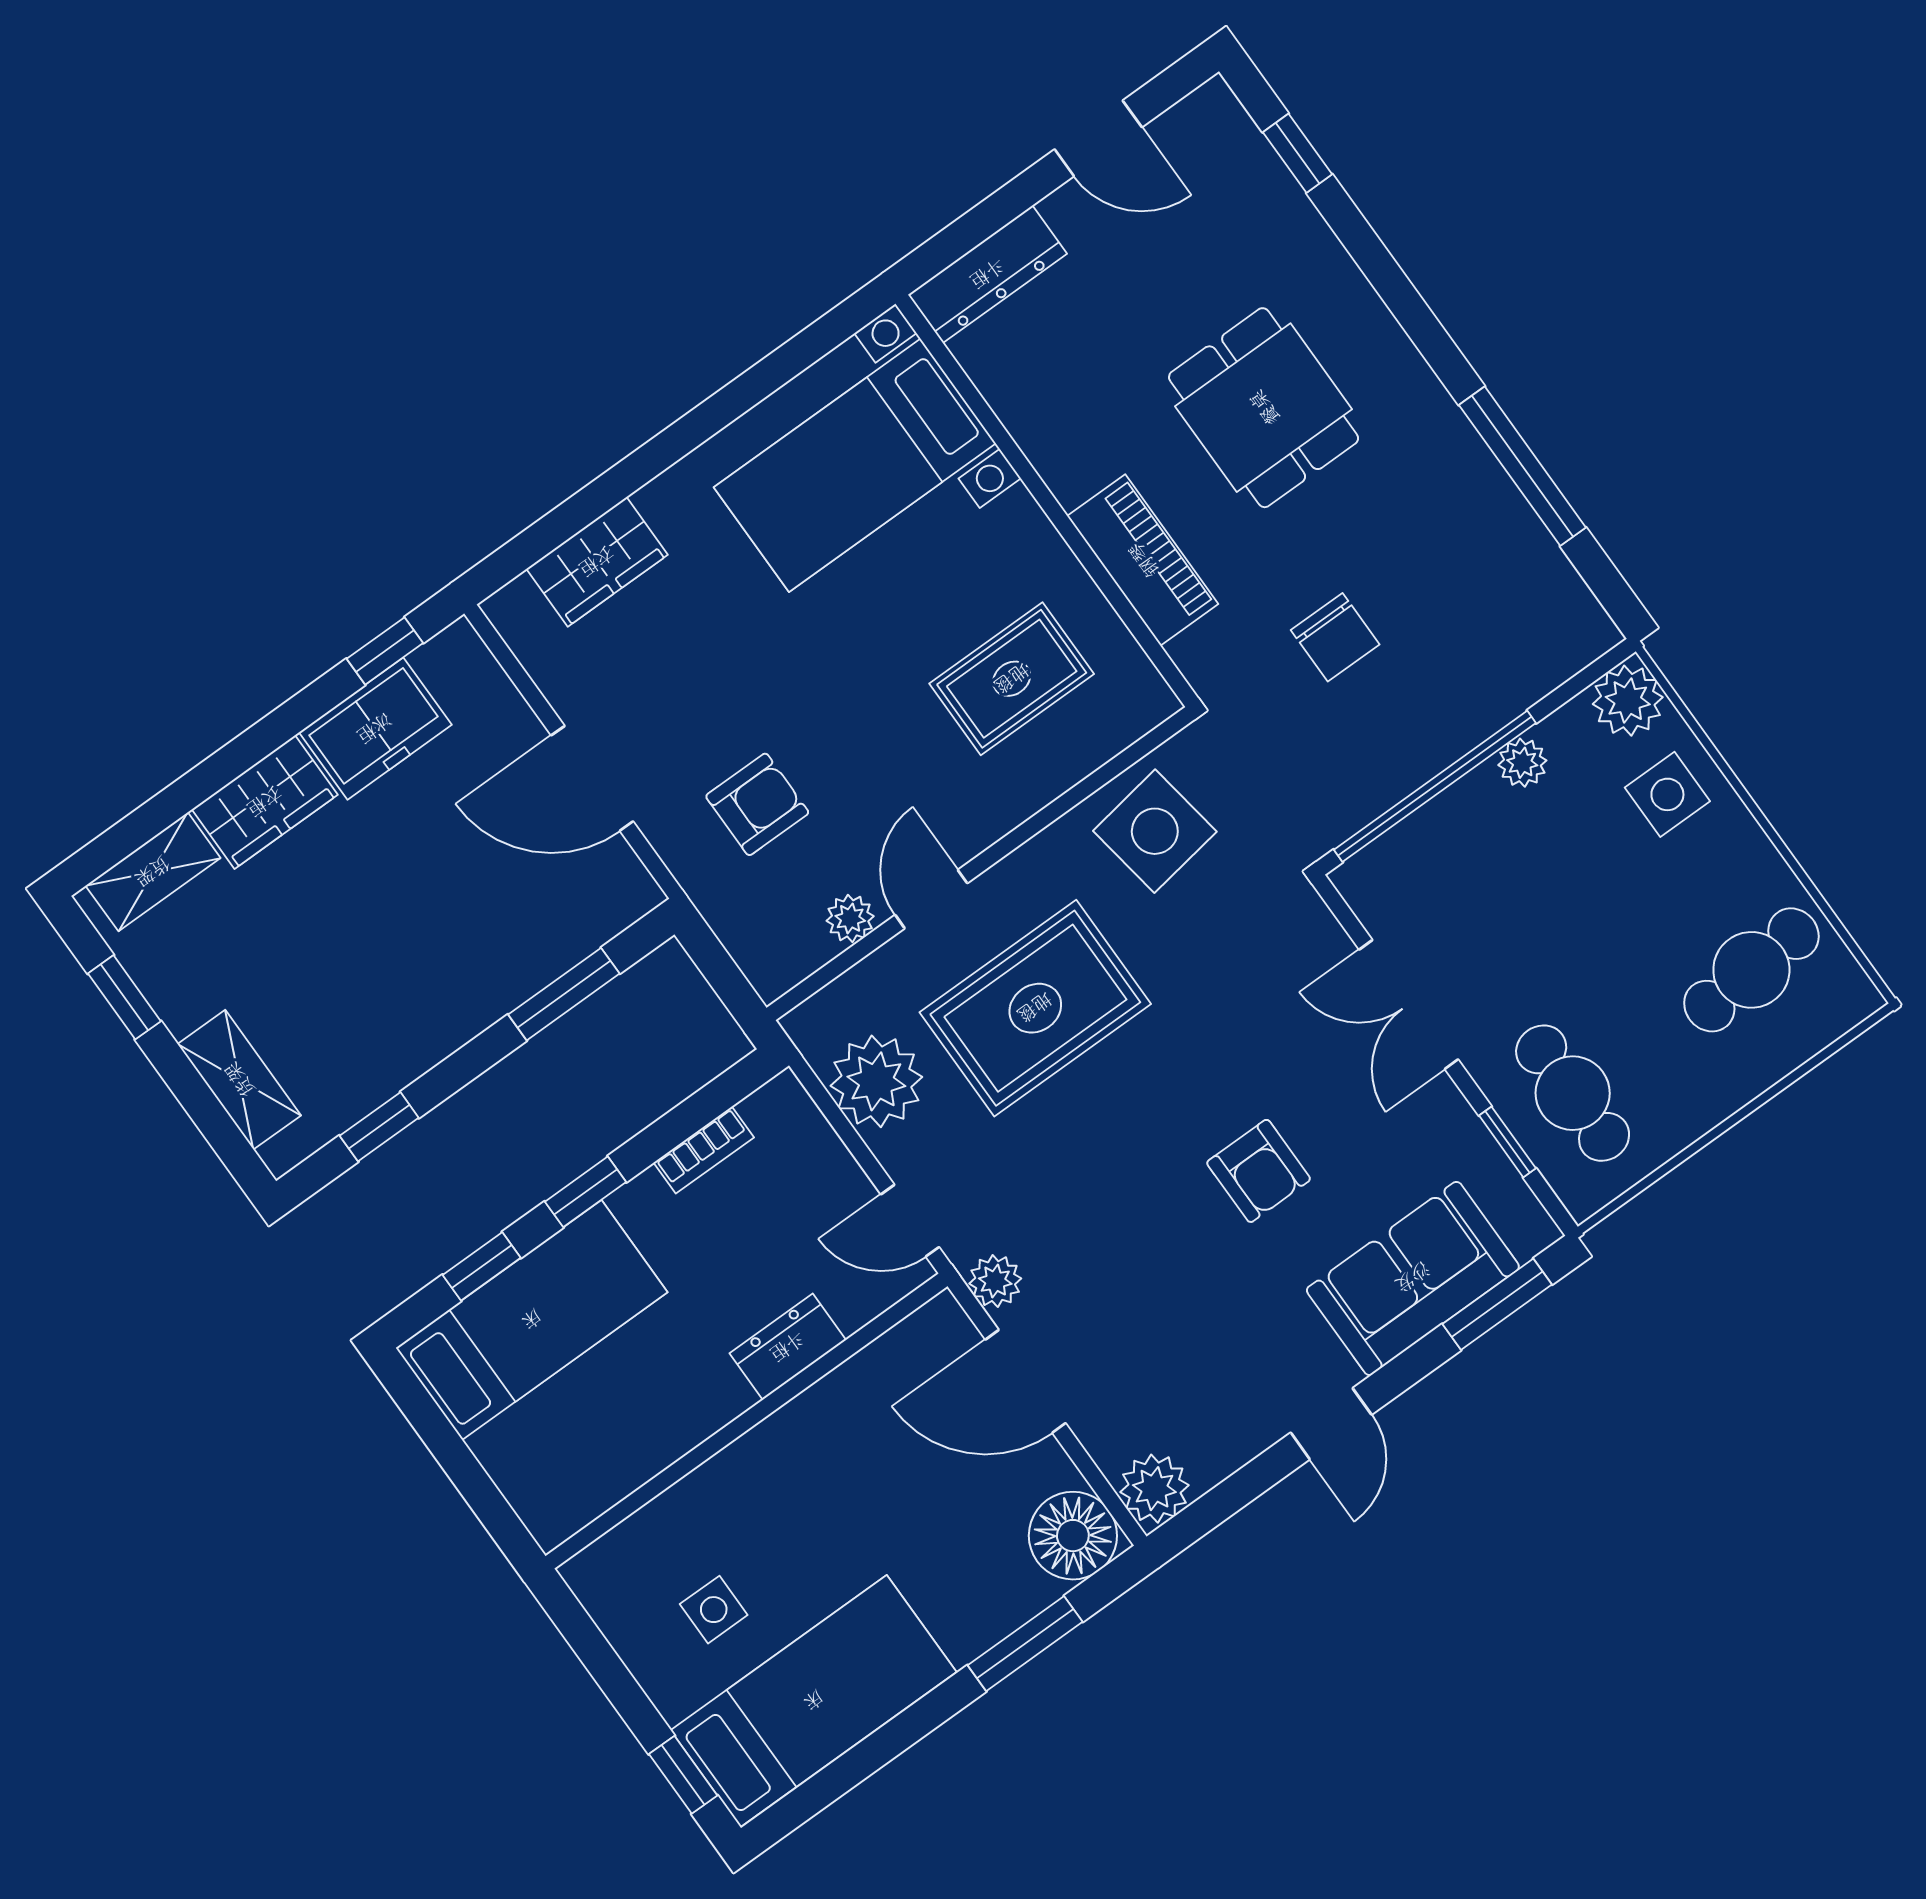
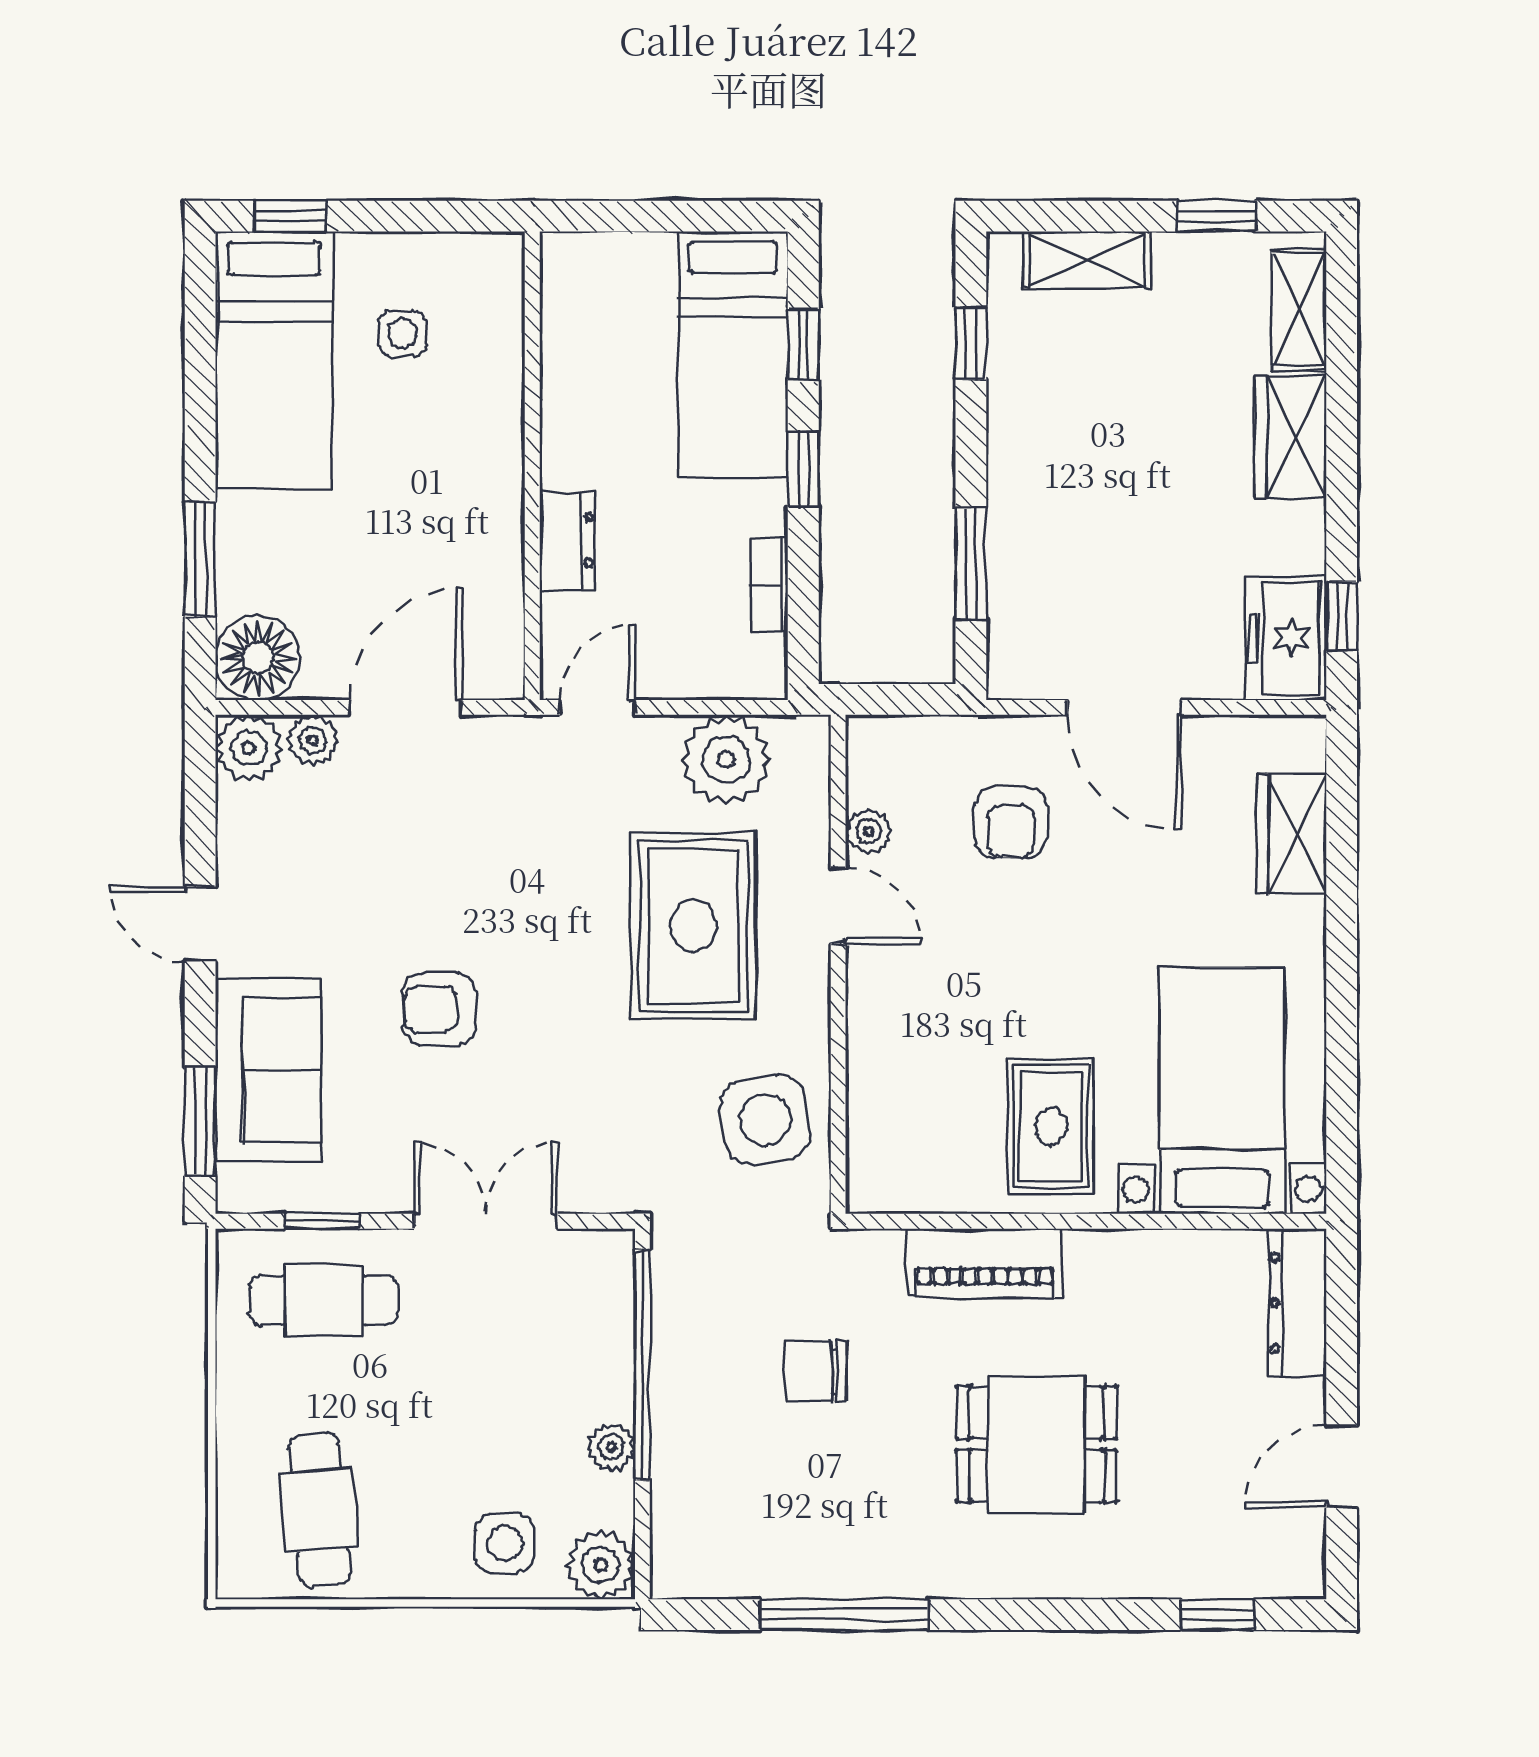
rug: (1012, 679) -> (1051, 1126), moved
freezer: (375, 729) -> (1286, 638), moved
door: (592, 778) -> (1124, 707), swing flipped
plant: (995, 1281) -> (313, 740), moved

